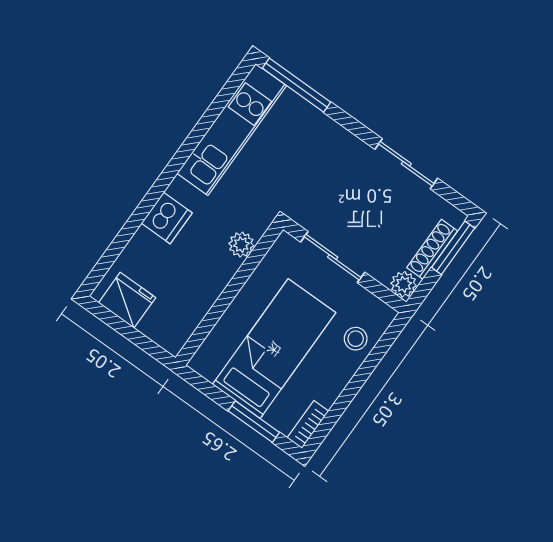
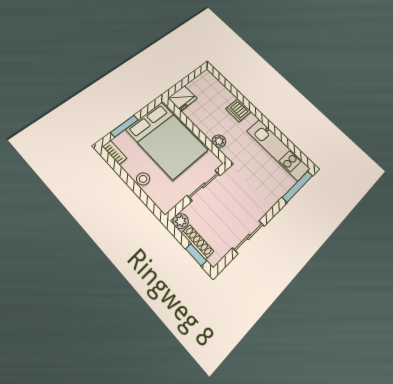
window: (453, 248) -> (196, 255), width x0.67
fridge: (127, 300) -> (183, 98), moved
stool: (356, 339) -> (143, 179), moved
bed: (274, 349) -> (167, 140), width x1.50

